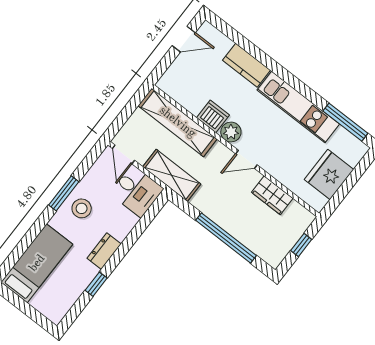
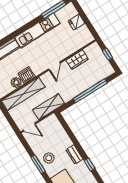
plant: (231, 132) -> (16, 82), moved
fridge: (329, 175) -> (76, 22), width x0.53, depth x0.75
desk: (137, 191) -> (50, 127), removed

